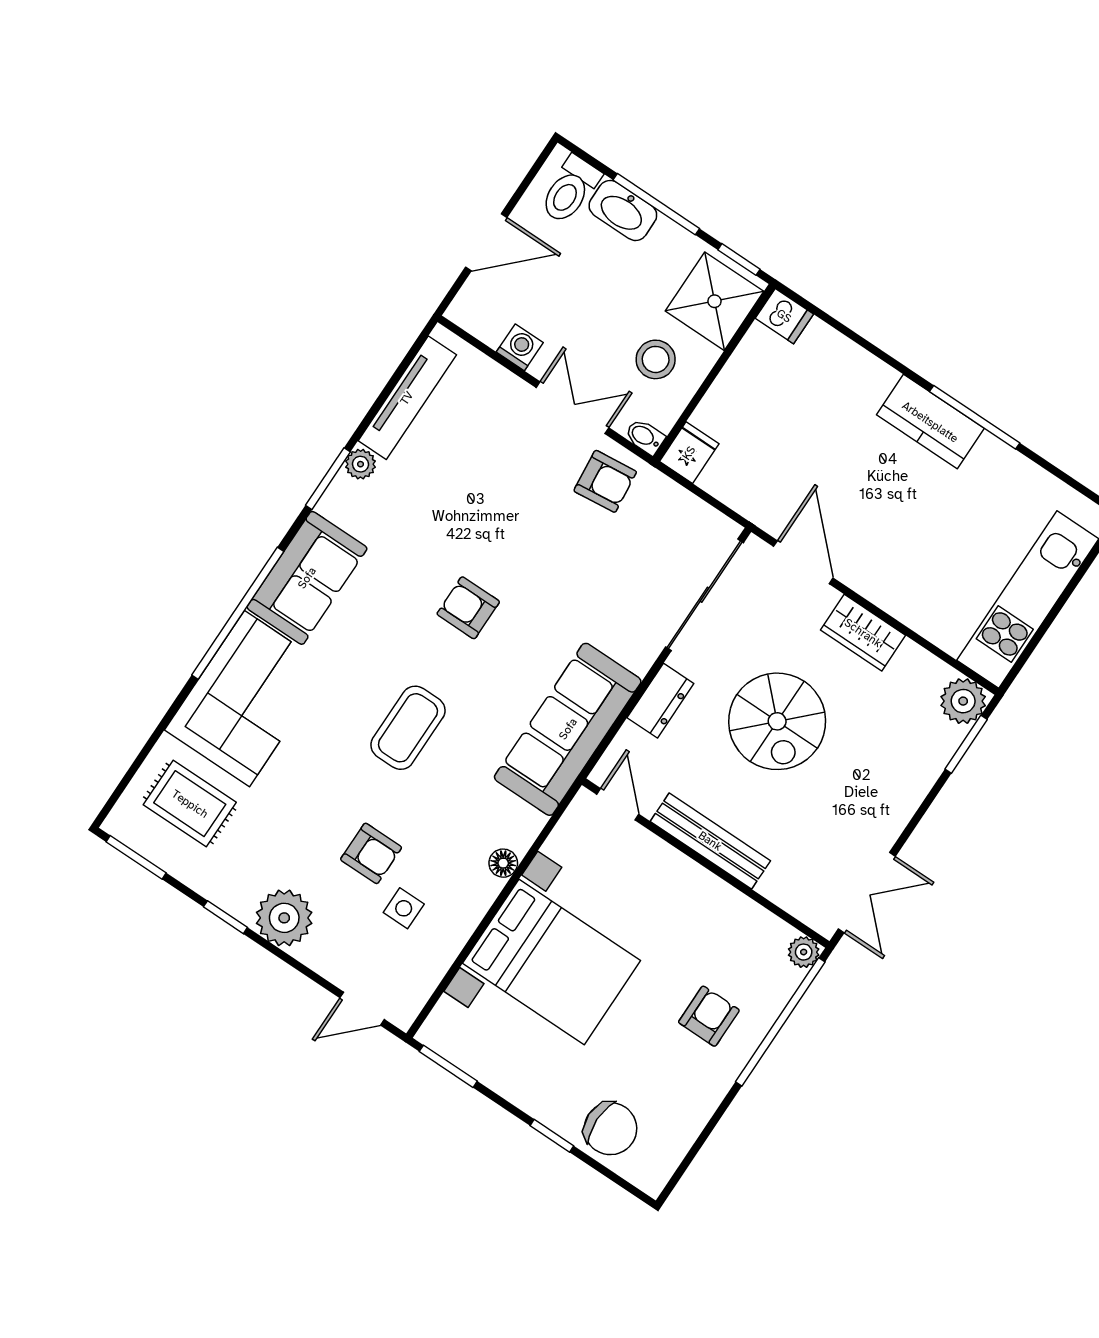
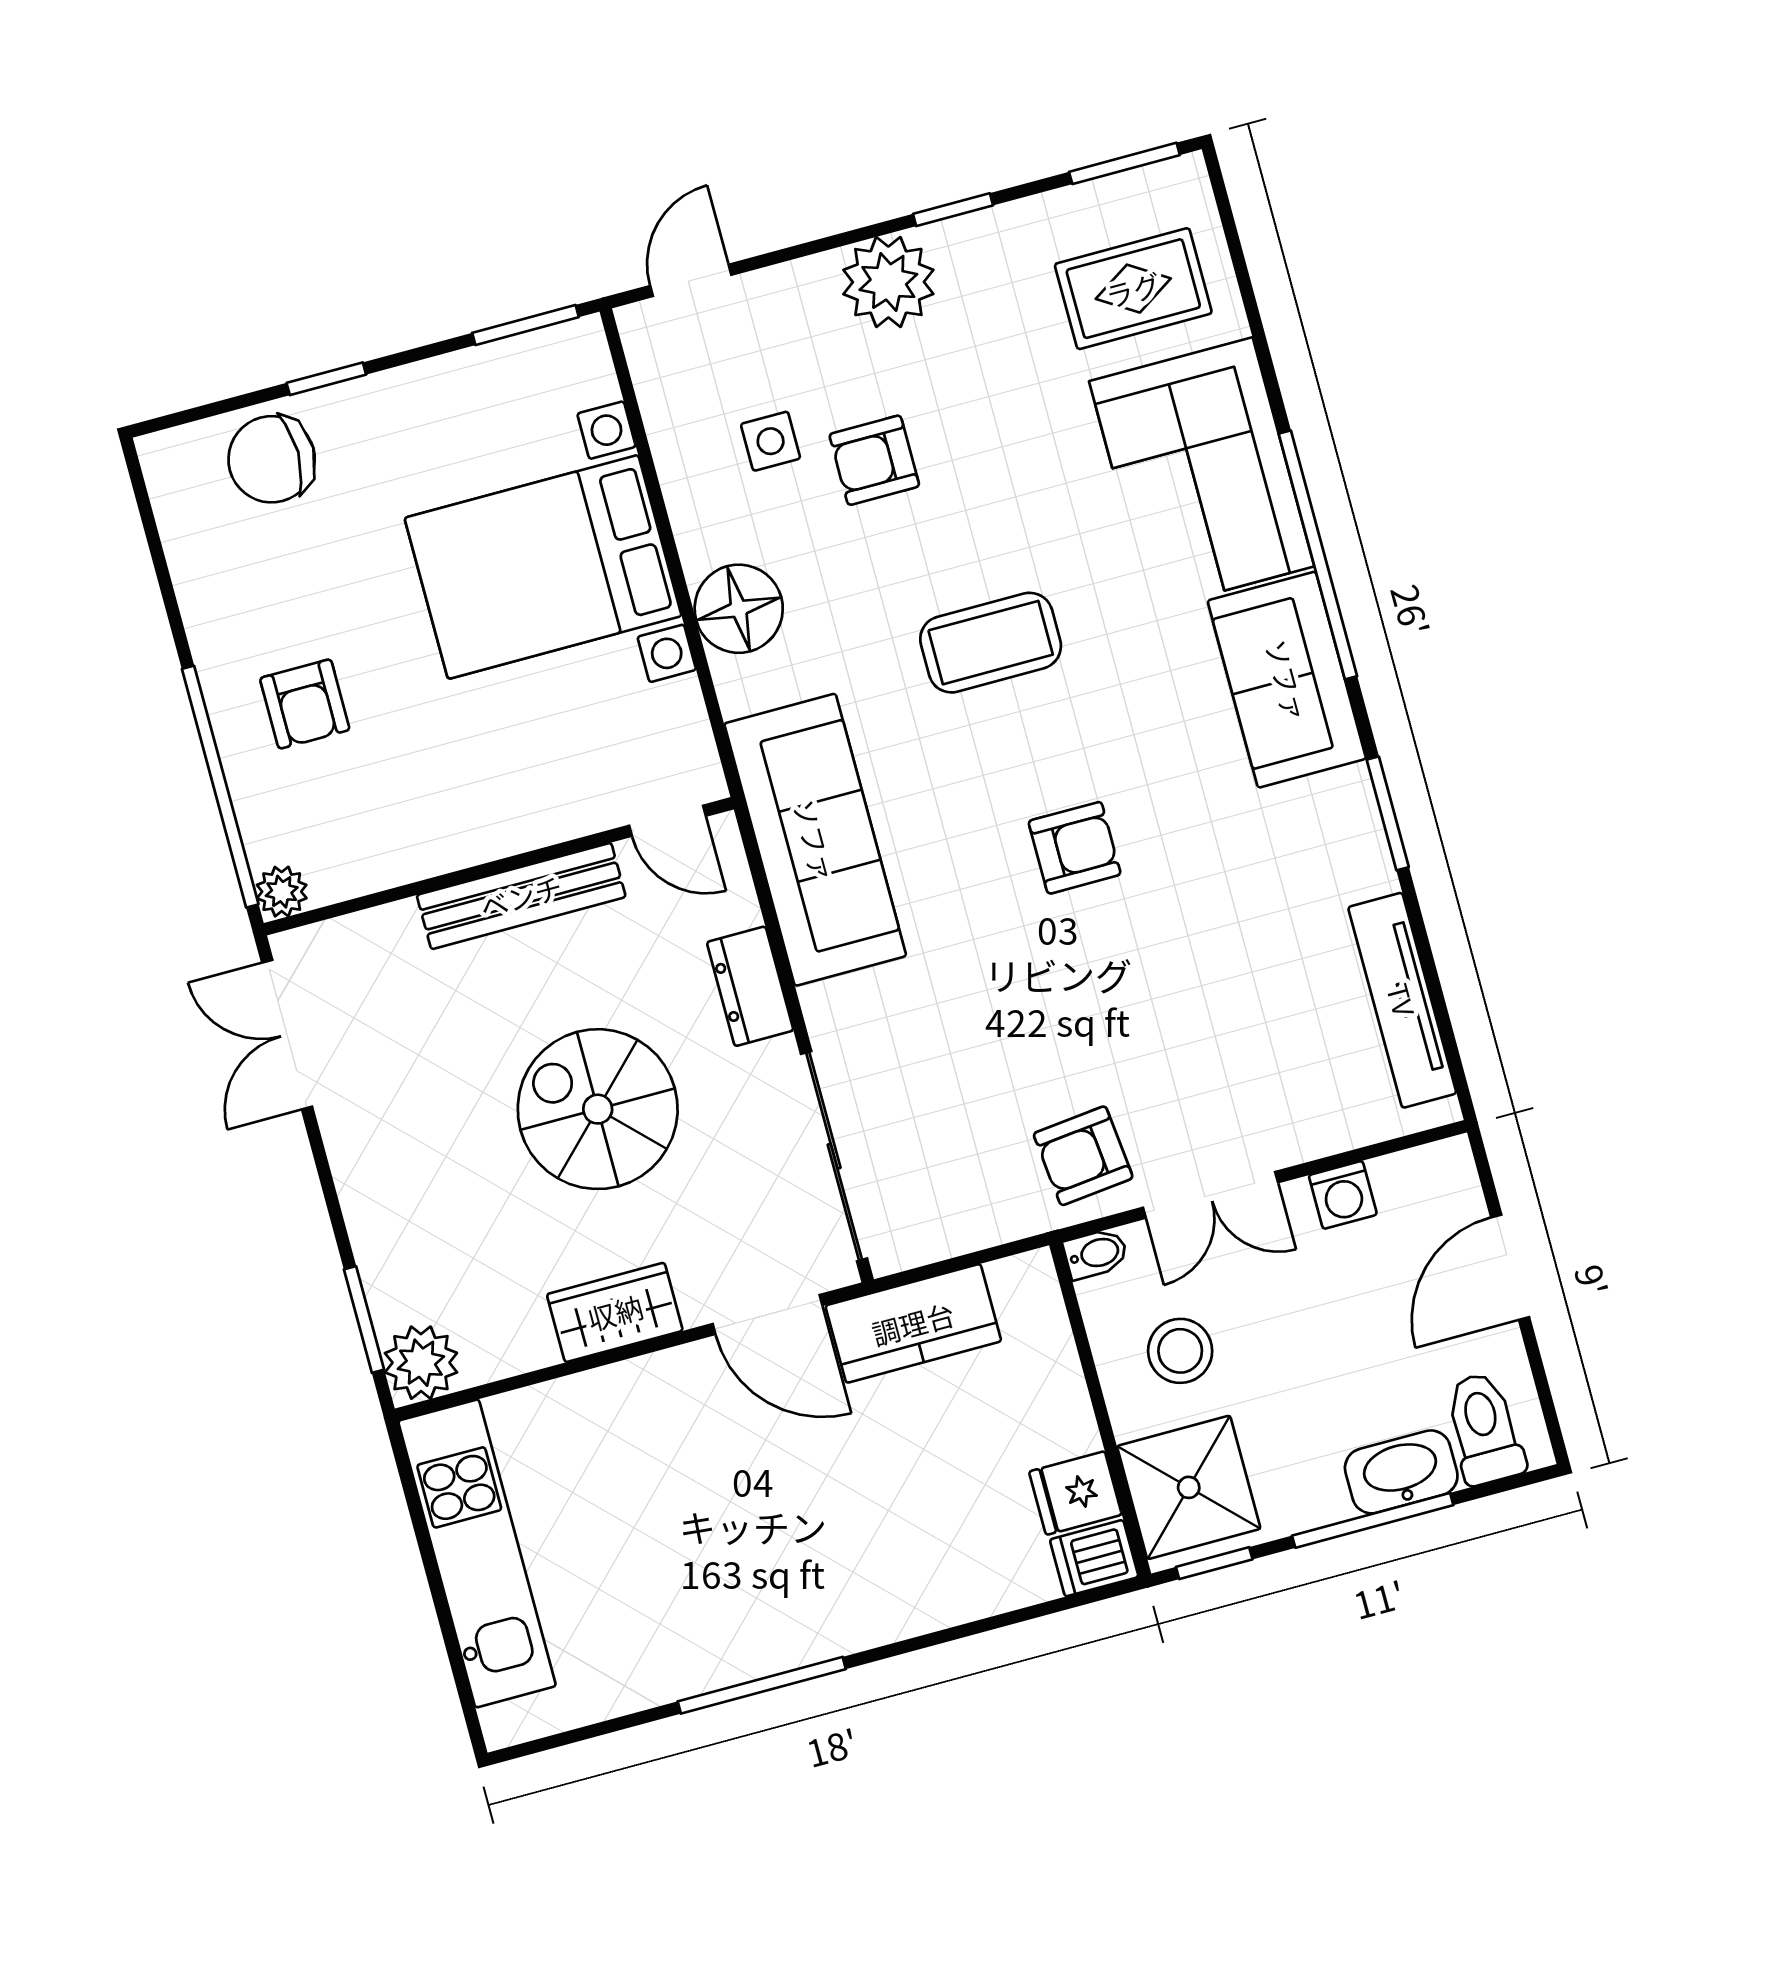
kitchen counter: (930, 422) -> (913, 1323), moved, turned 180
fridge: (689, 453) -> (1075, 1493), moved, turned 90
plant: (360, 464) -> (1370, 870), removed
coffee table: (408, 728) -> (991, 643), turned 90
floor lamp: (503, 863) -> (739, 609), width x1.89, depth x1.89

